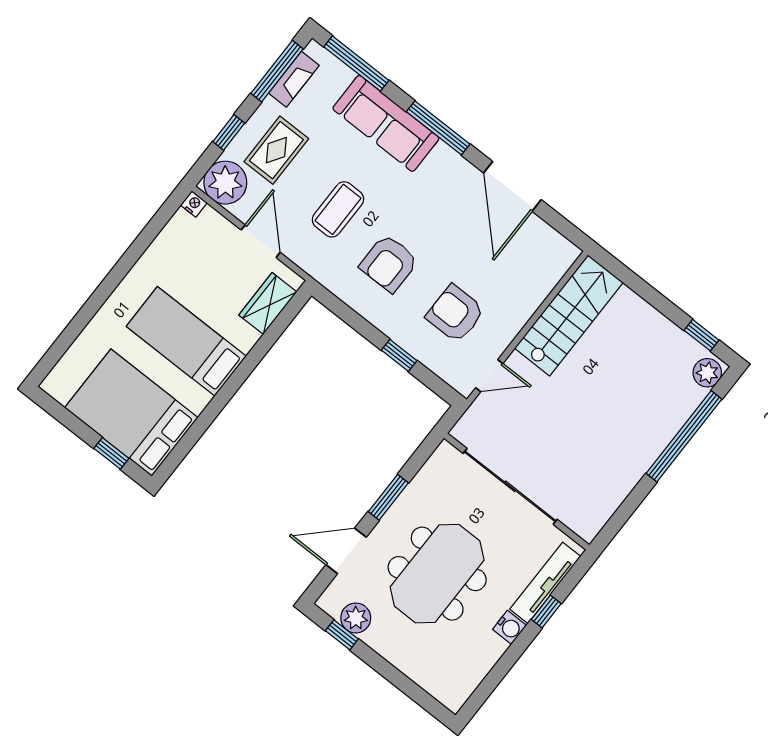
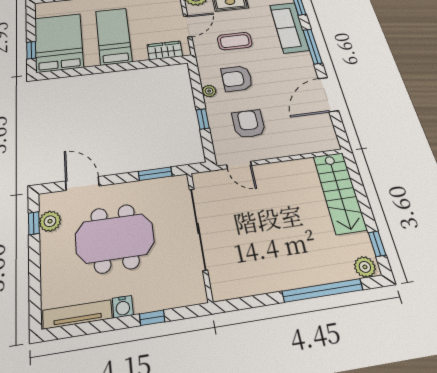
plant: (373, 311) -> (209, 91), added
stairs: (569, 315) -> (340, 192), moved, turned 90
window: (388, 497) -> (155, 174), moved
tv unit: (545, 583) -> (77, 314), moved

